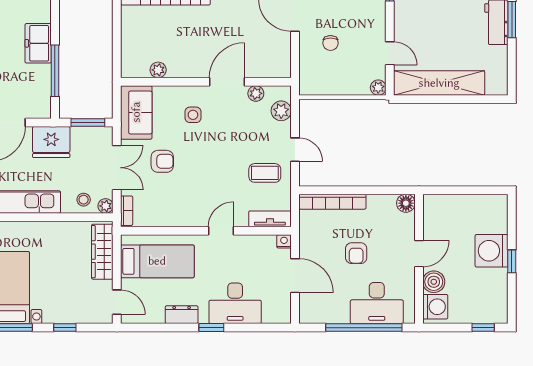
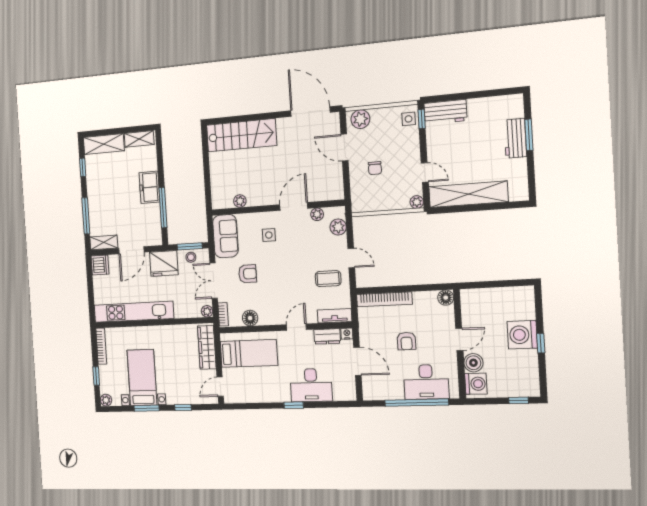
double door: (117, 168) -> (214, 281), swing flipped
stool: (84, 200) -> (191, 257), moved
floor lamp: (162, 217) -> (250, 318), added
door: (117, 302) -> (220, 387), swing flipped
dresser: (182, 315) -> (327, 336), moved, turned 180

